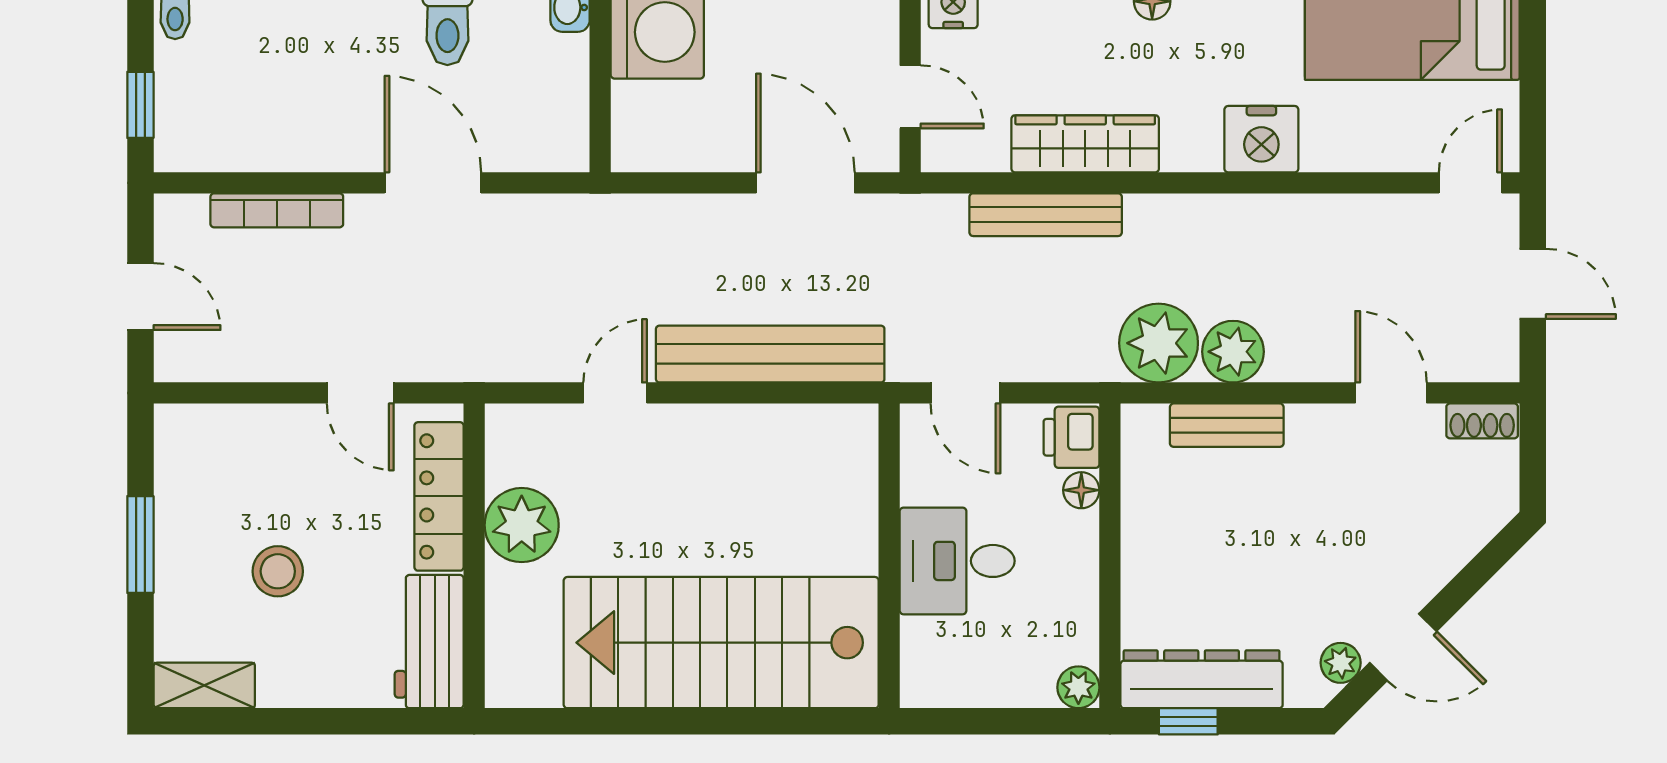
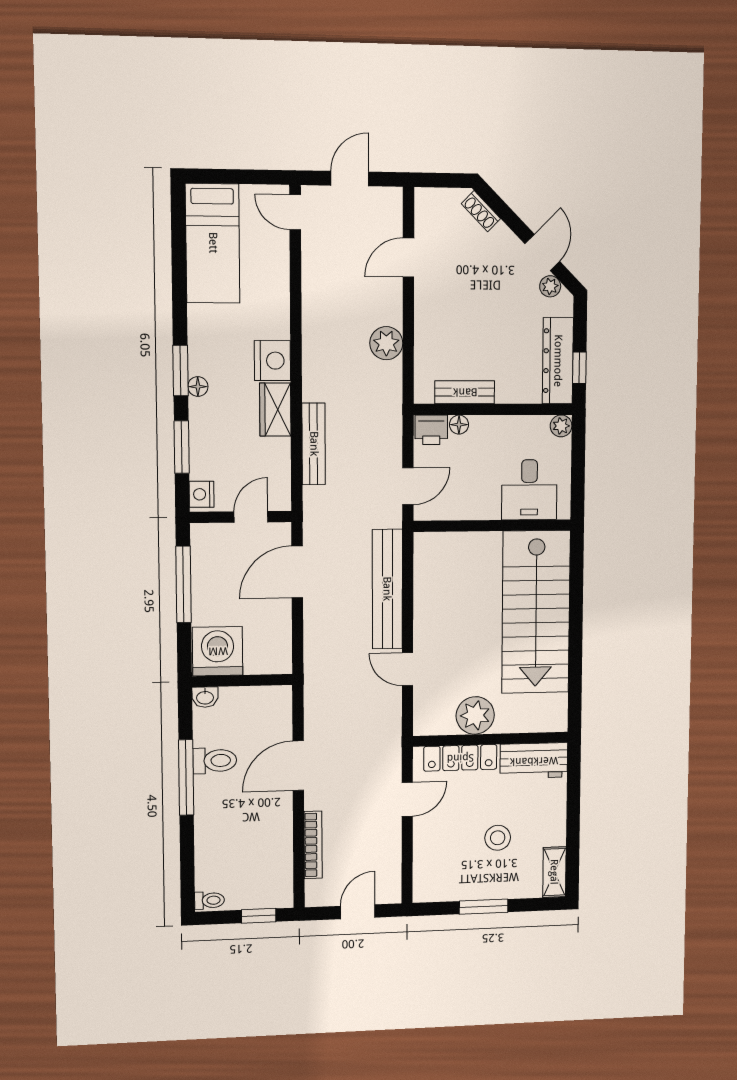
nightstand: (1261, 139) -> (272, 361), moved
wardrobe: (1085, 144) -> (275, 410), width x0.67
plant: (1159, 343) -> (382, 383), removed
shoe rack: (1482, 421) -> (481, 211), moved, turned 135
bench: (1227, 425) -> (465, 392), moved, turned 90
desk: (957, 561) -> (529, 490), moved

